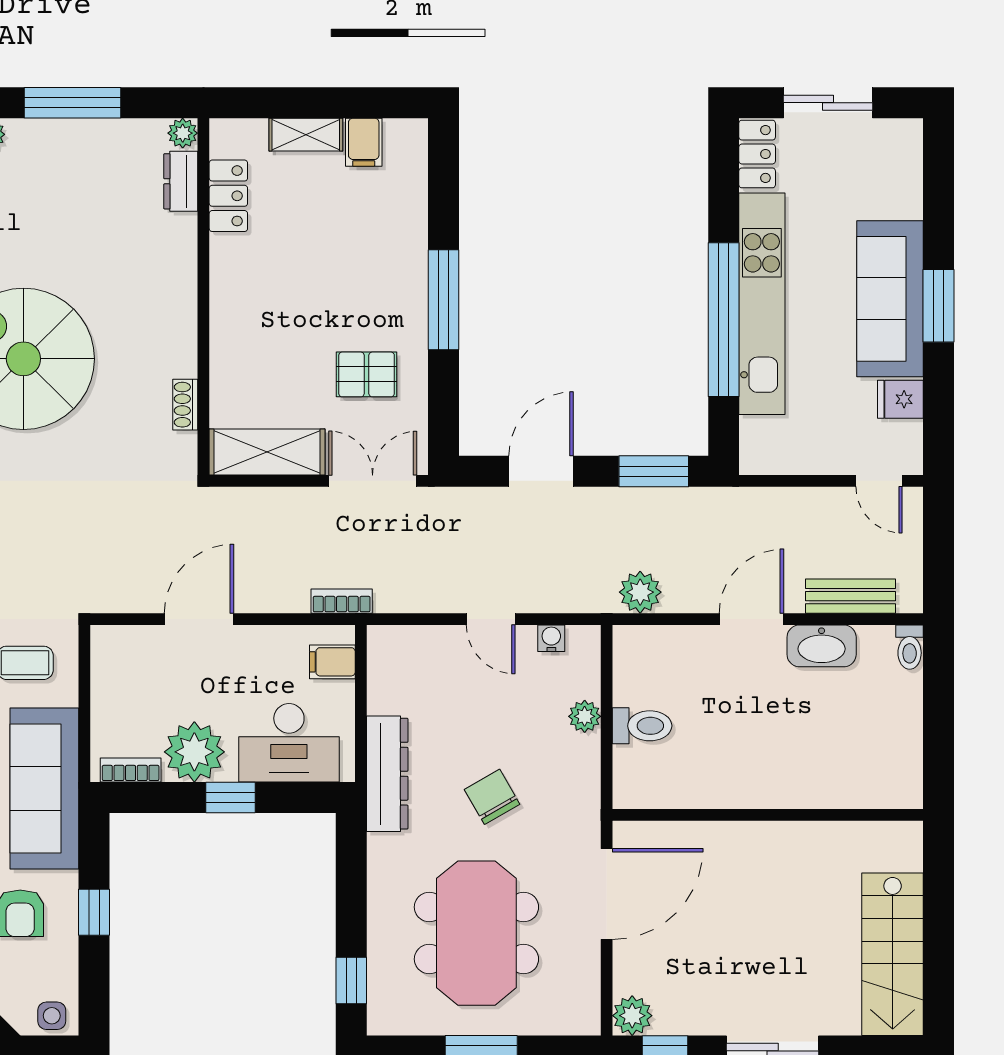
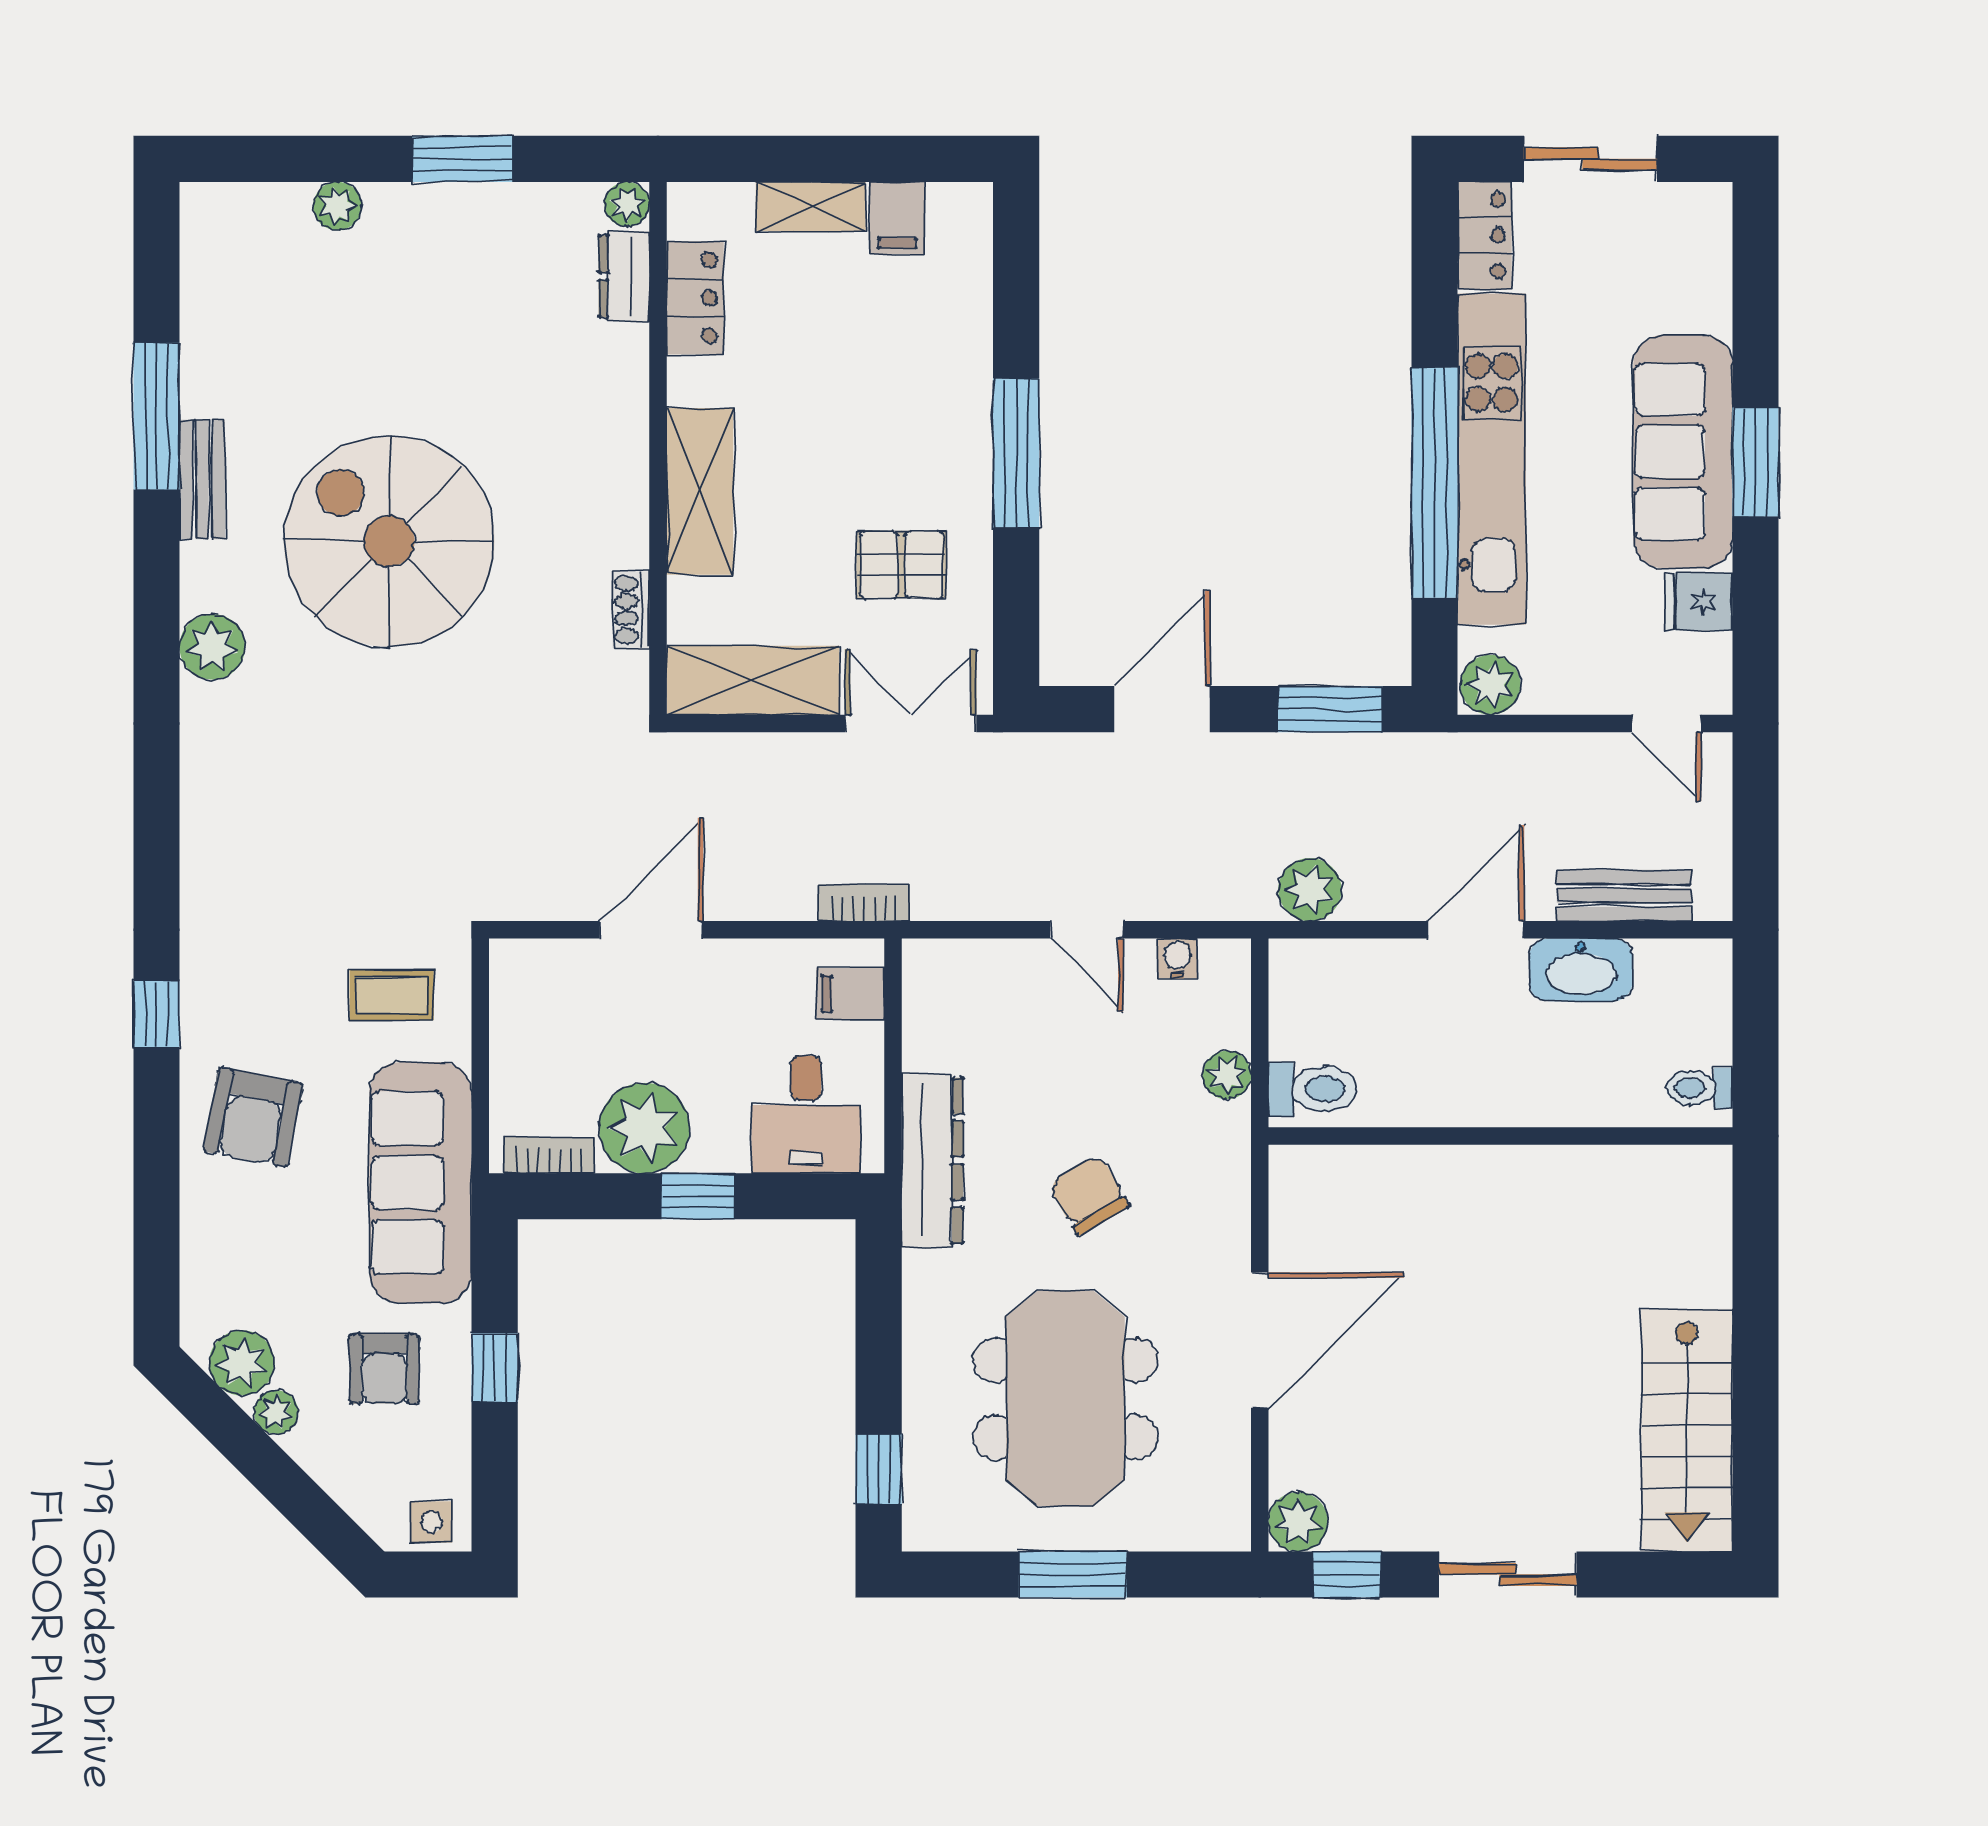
window: (72, 103) -> (462, 159), width x0.69
shelving: (232, 325) -> (700, 491), added
plant: (761, 455) -> (1490, 685), added
toilet: (910, 647) -> (1699, 1088), moved, turned 90
desk: (289, 743) -> (806, 1115), width x0.73
wall: (768, 815) -> (1500, 1136), moved

